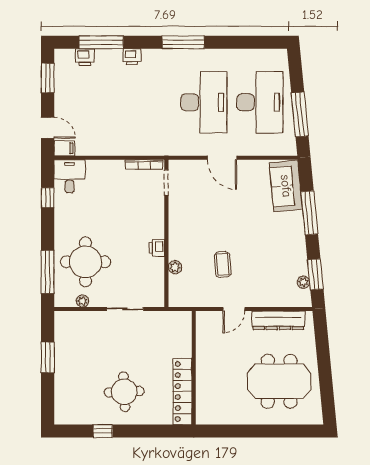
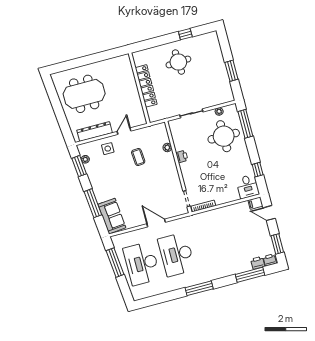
printer: (132, 57) -> (270, 260), moved
side table: (265, 289) -> (108, 149), added
locker: (182, 392) -> (146, 86), moved

